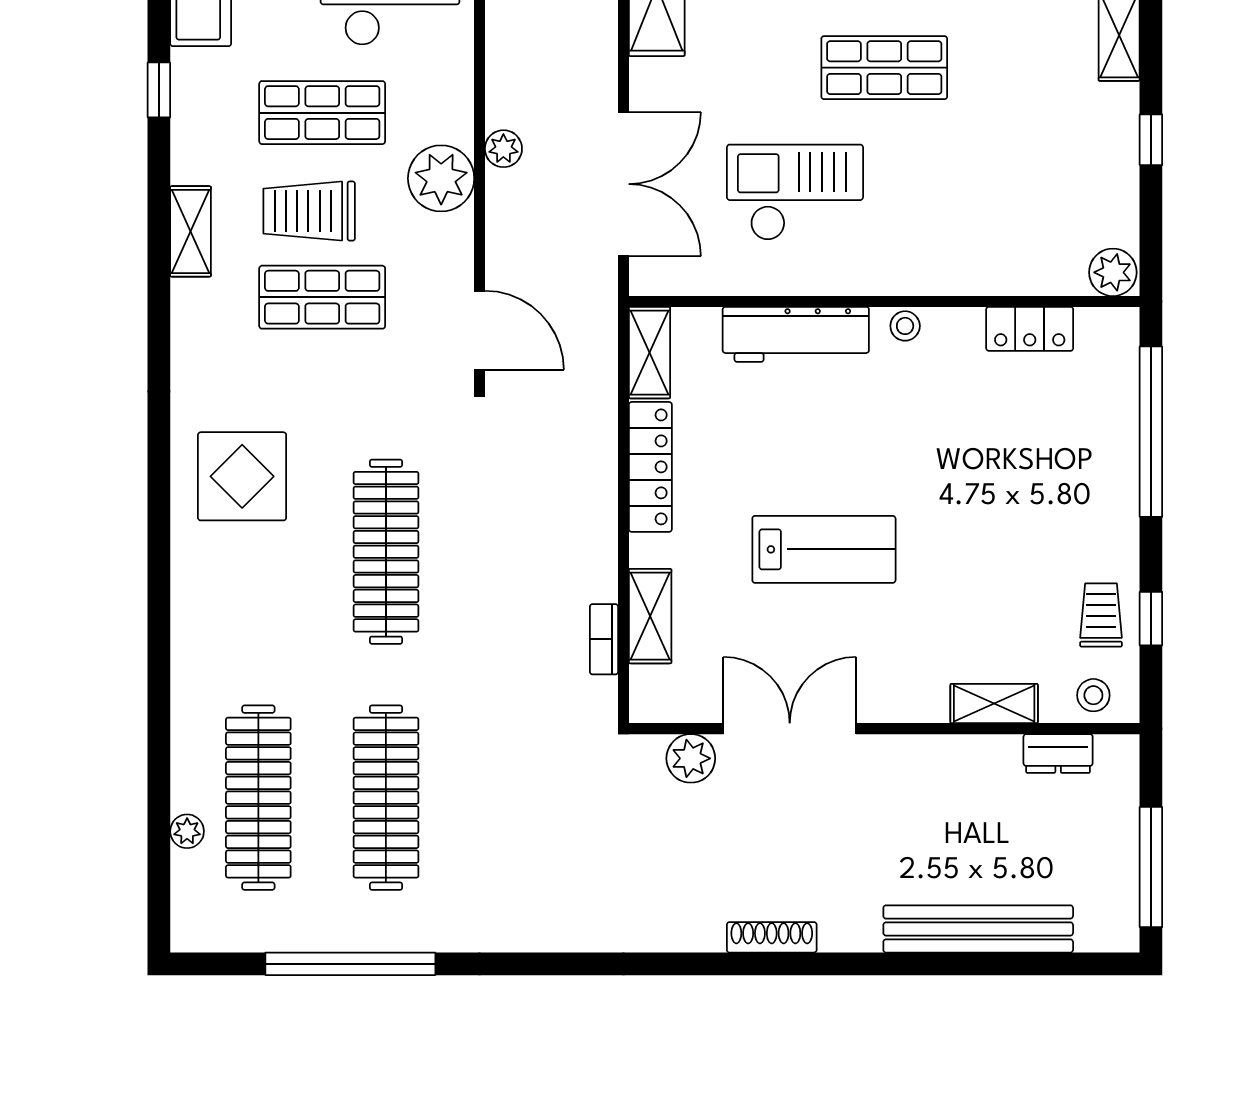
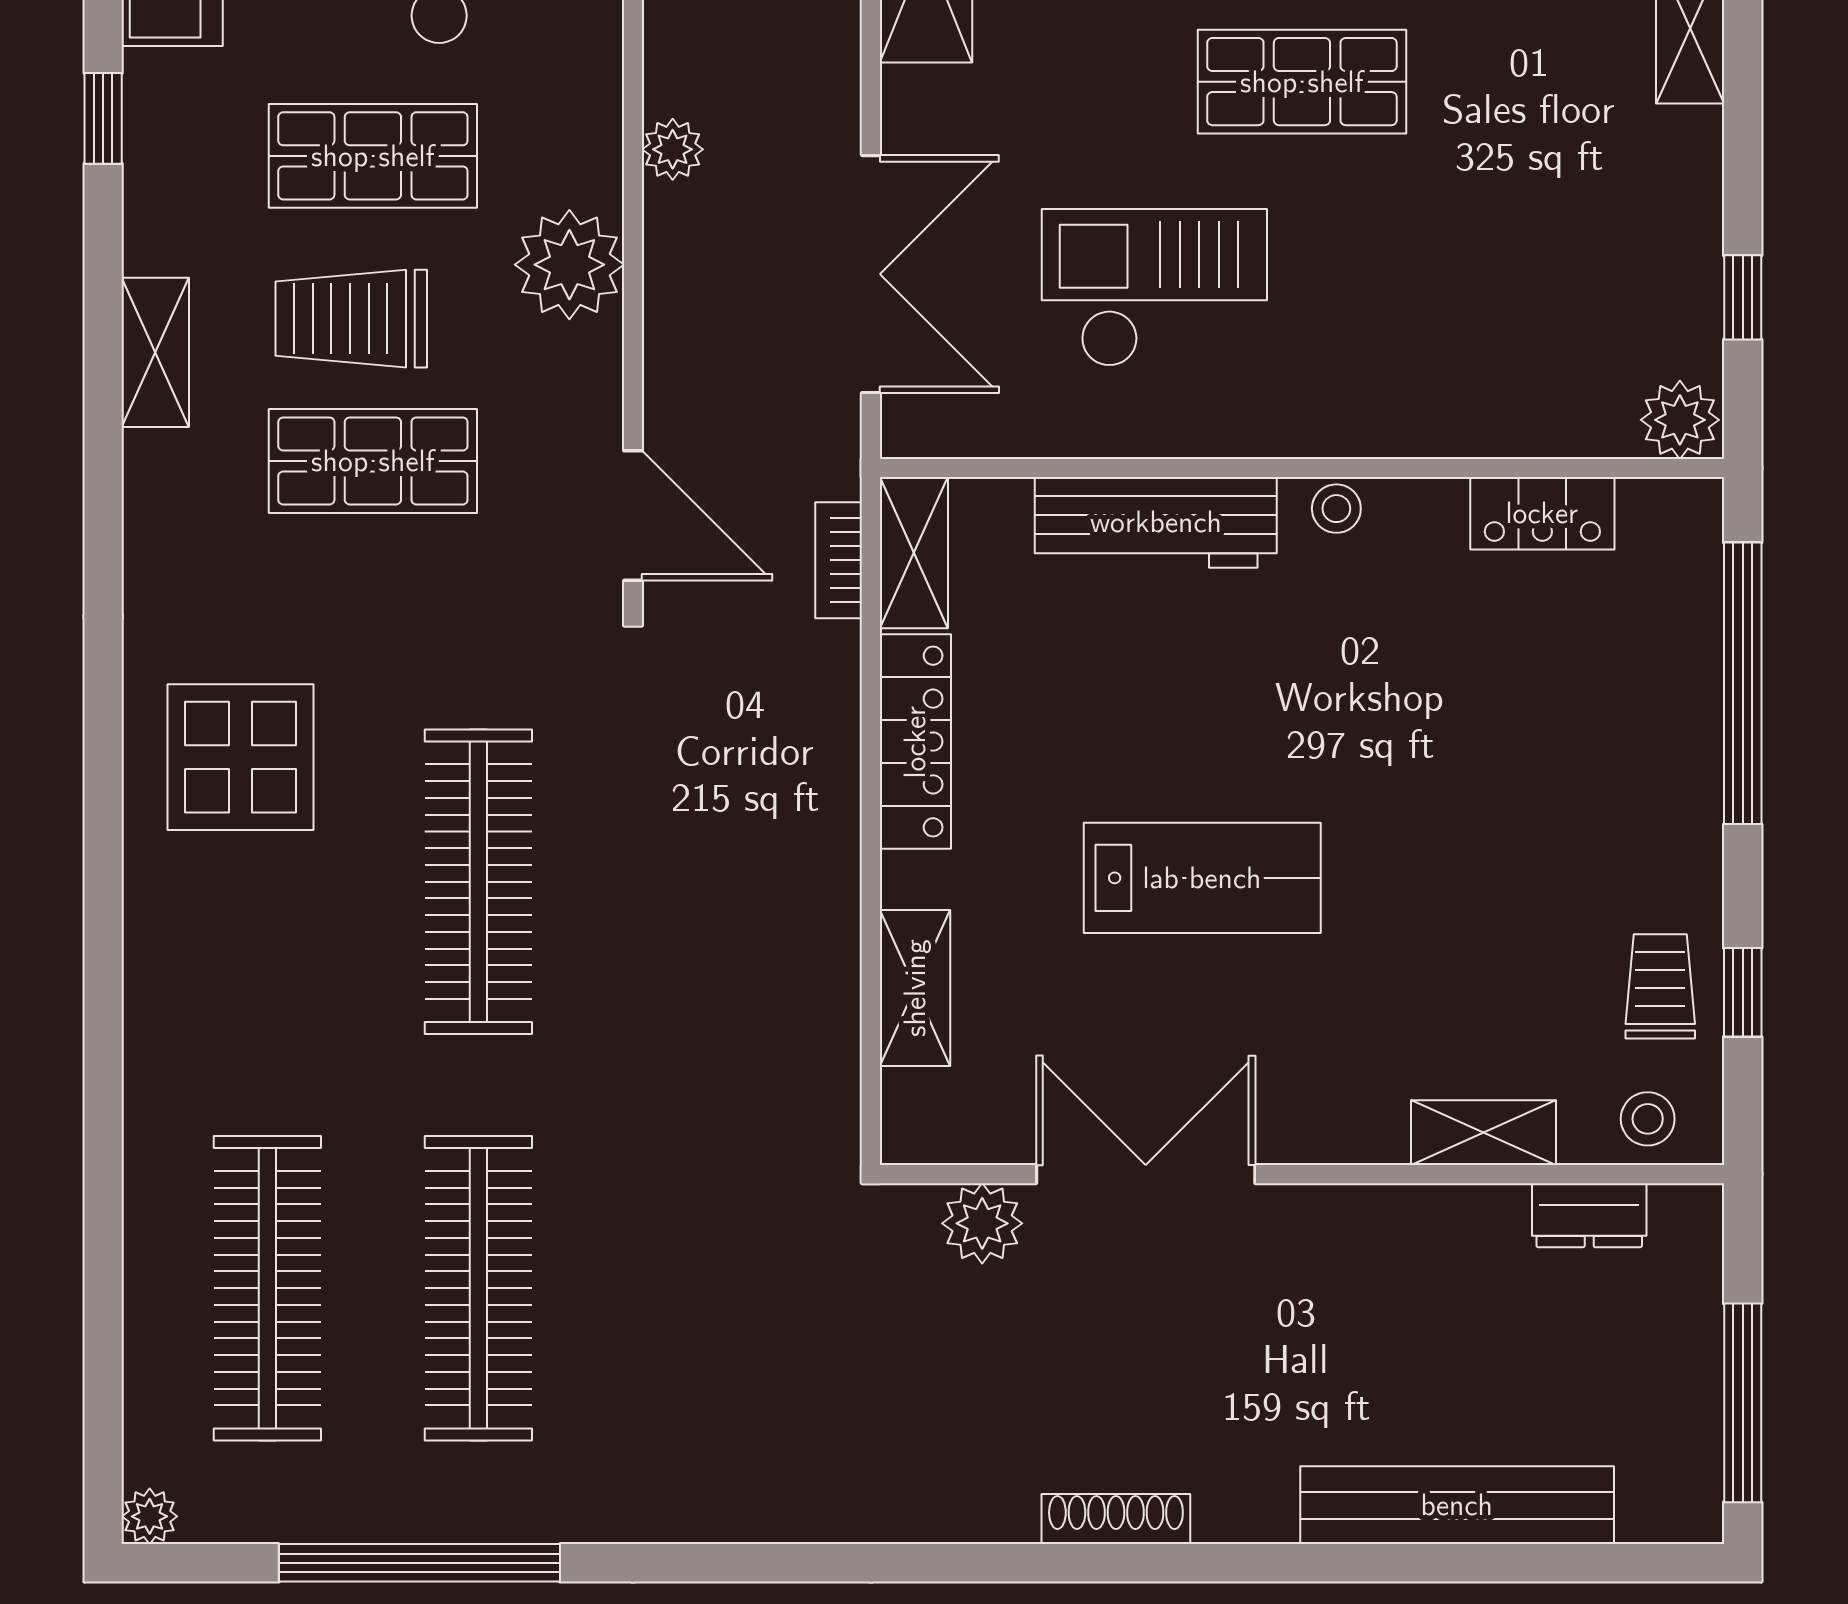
window: (1151, 140) -> (1743, 297), moved
plant: (503, 149) -> (673, 149), moved
bookcase: (604, 639) -> (839, 560), moved
plant: (187, 831) -> (150, 1516), moved

